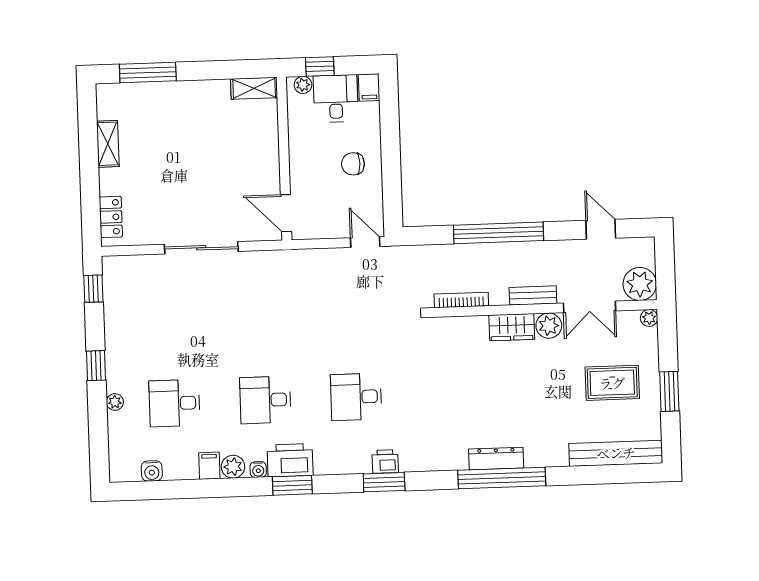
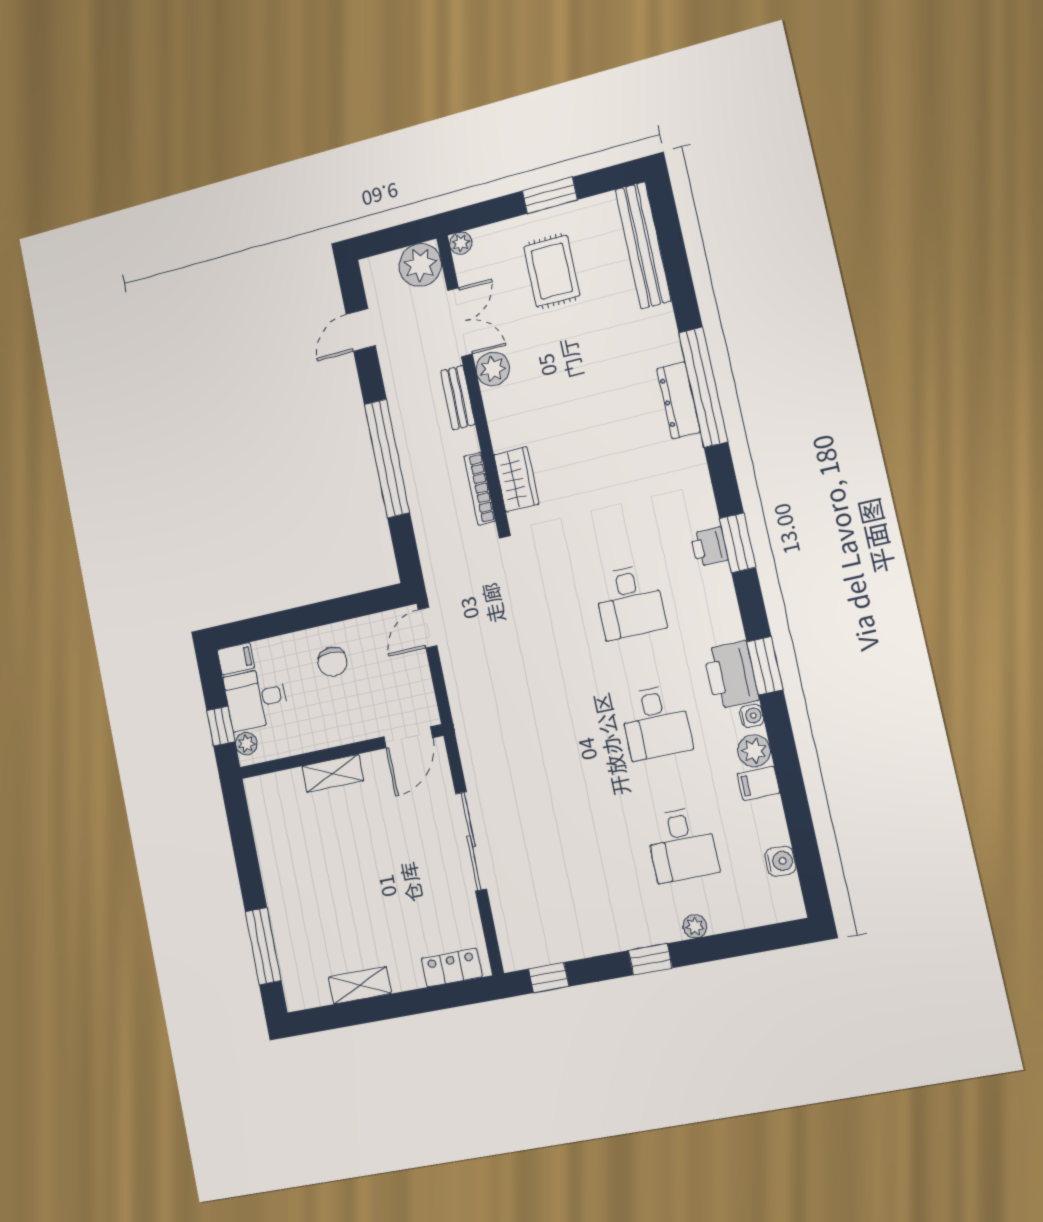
shelving: (254, 88) -> (333, 773), moved, turned 90
wardrobe: (512, 327) -> (516, 479), moved

